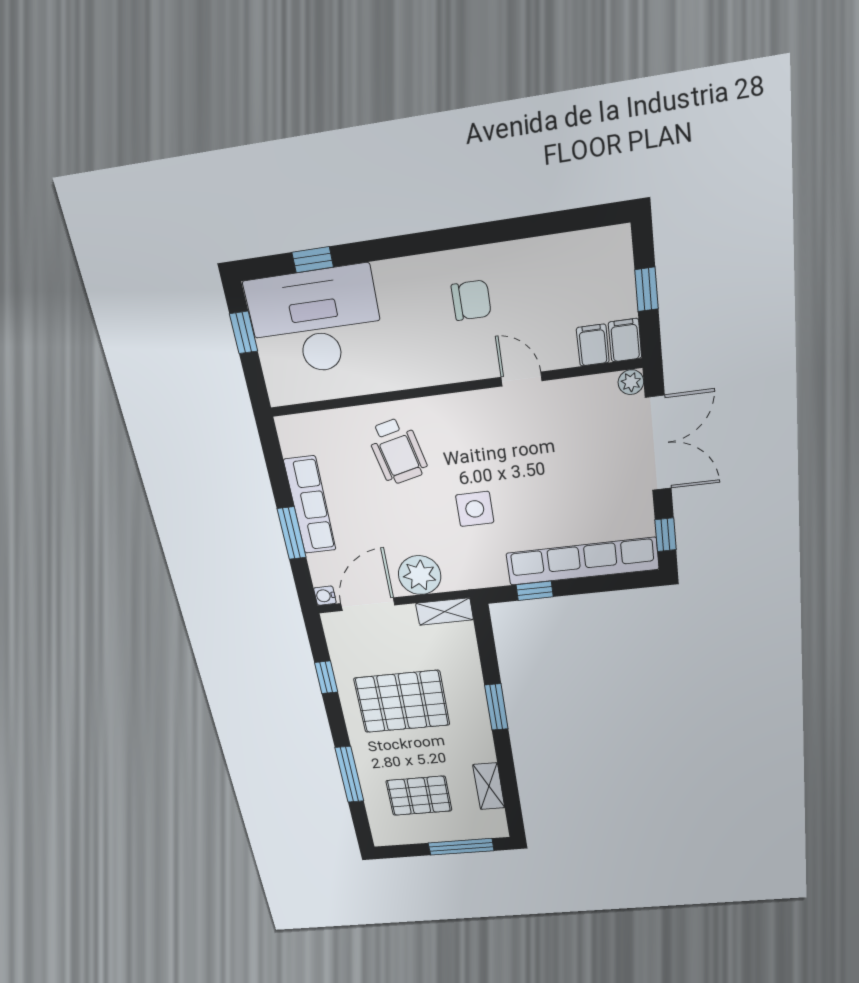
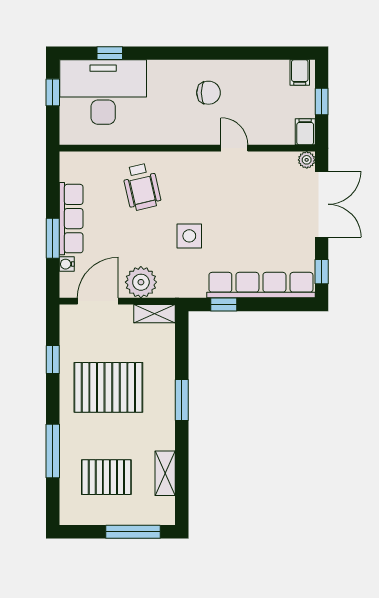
filing cabinet: (593, 345) -> (300, 72), moved, turned 180
water cooler: (325, 596) -> (67, 264), moved

